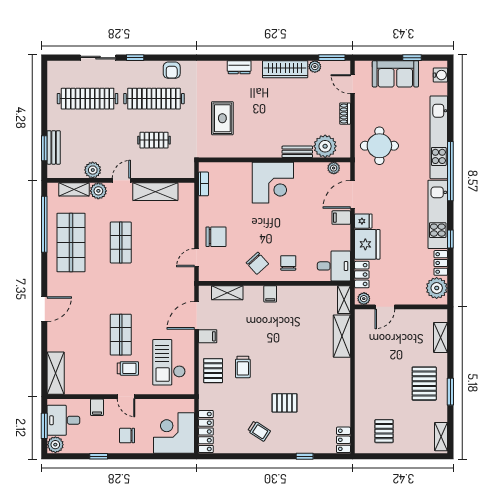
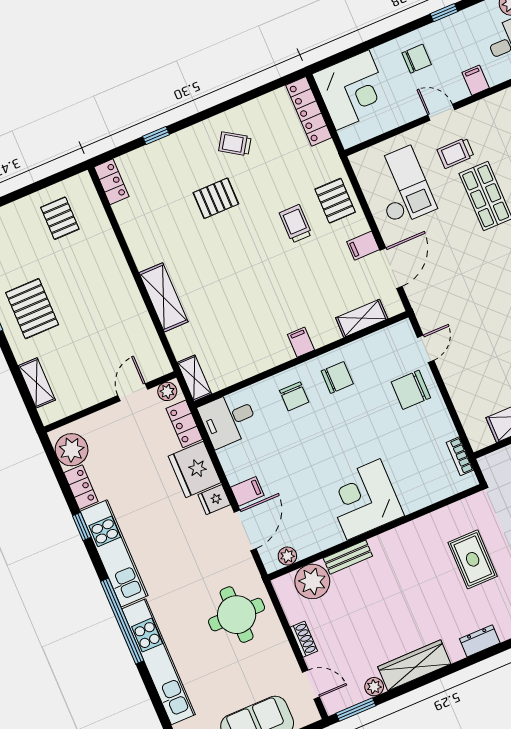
chair: (257, 263) -> (337, 377), turned 132
shelving: (342, 336) -> (163, 297), moved

